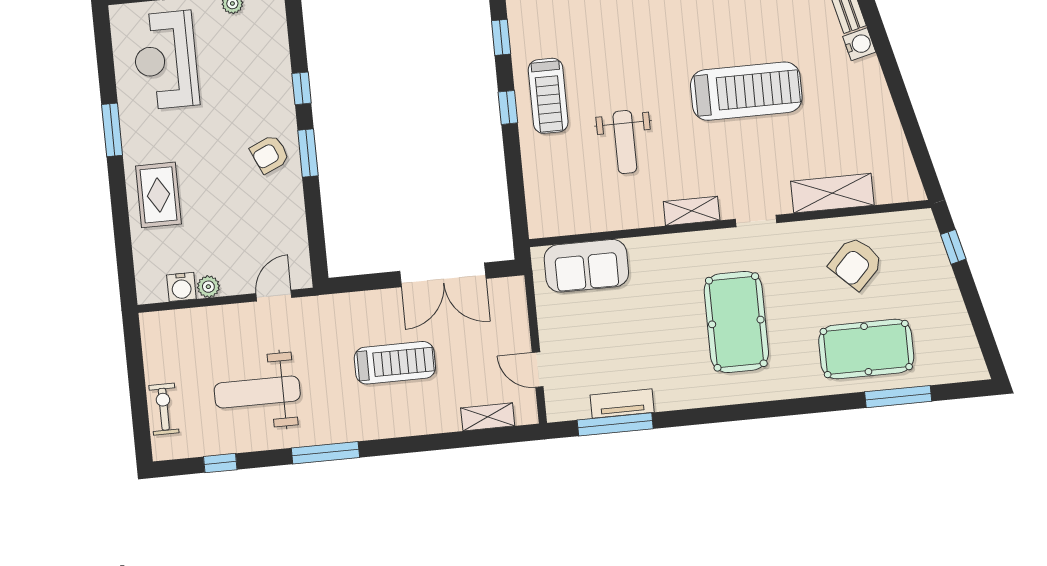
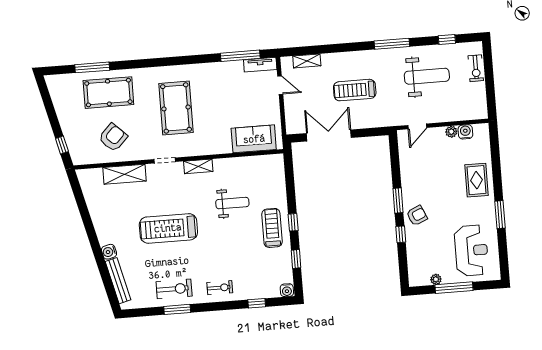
weight bench: (625, 142) -> (232, 203), turned 90
armchair: (270, 154) -> (417, 216), moved
tv unit: (622, 404) -> (260, 65), moved

